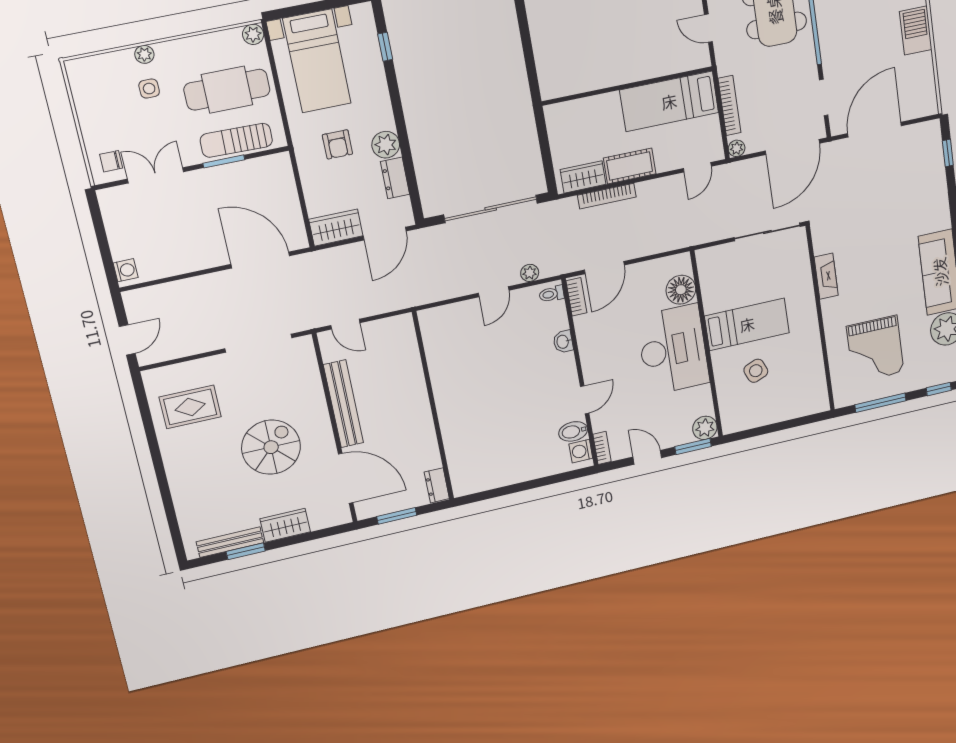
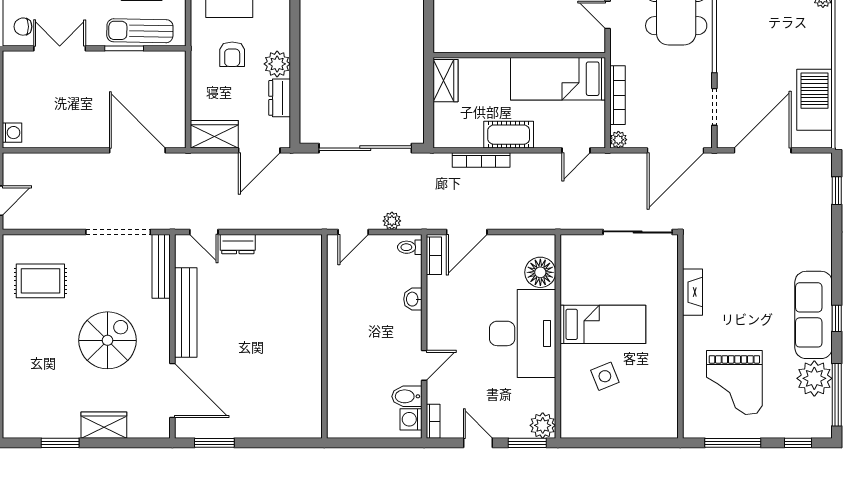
barbecue: (916, 31) -> (815, 100), moved, width x1.37, depth x1.21
wardrobe: (583, 177) -> (445, 81), moved, turned 90
wall: (433, 407) -> (324, 336), moved
dresser: (437, 485) -> (238, 244), moved, turned -90
bench: (230, 542) -> (161, 266), moved, turned 90

